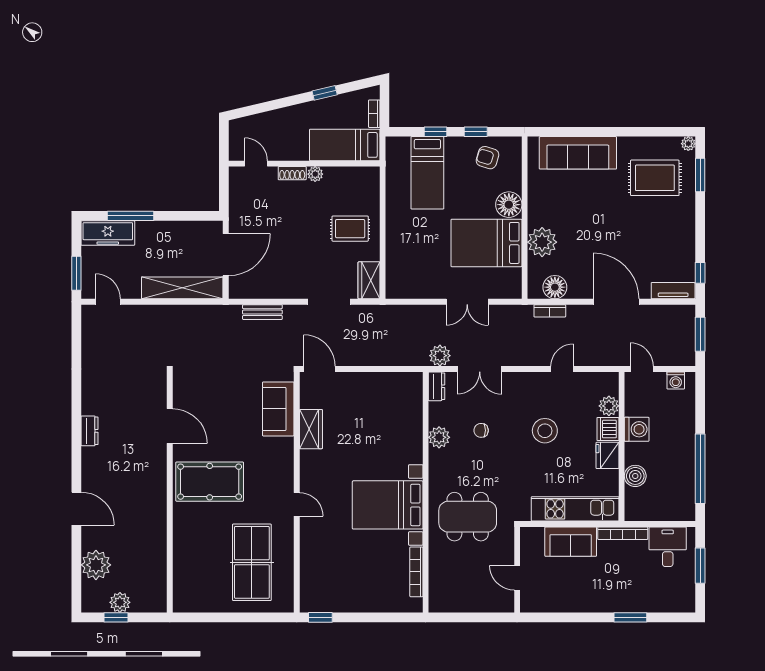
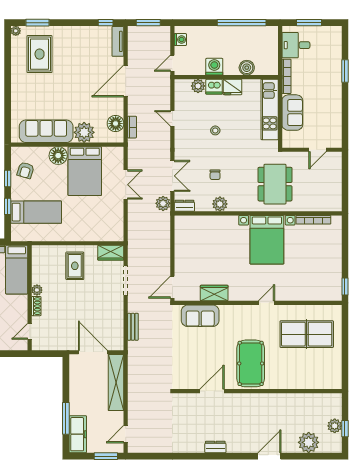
sofa: (578, 153) -> (46, 131), moved, turned -90
stool: (545, 431) -> (215, 130), width x0.53, depth x0.53

